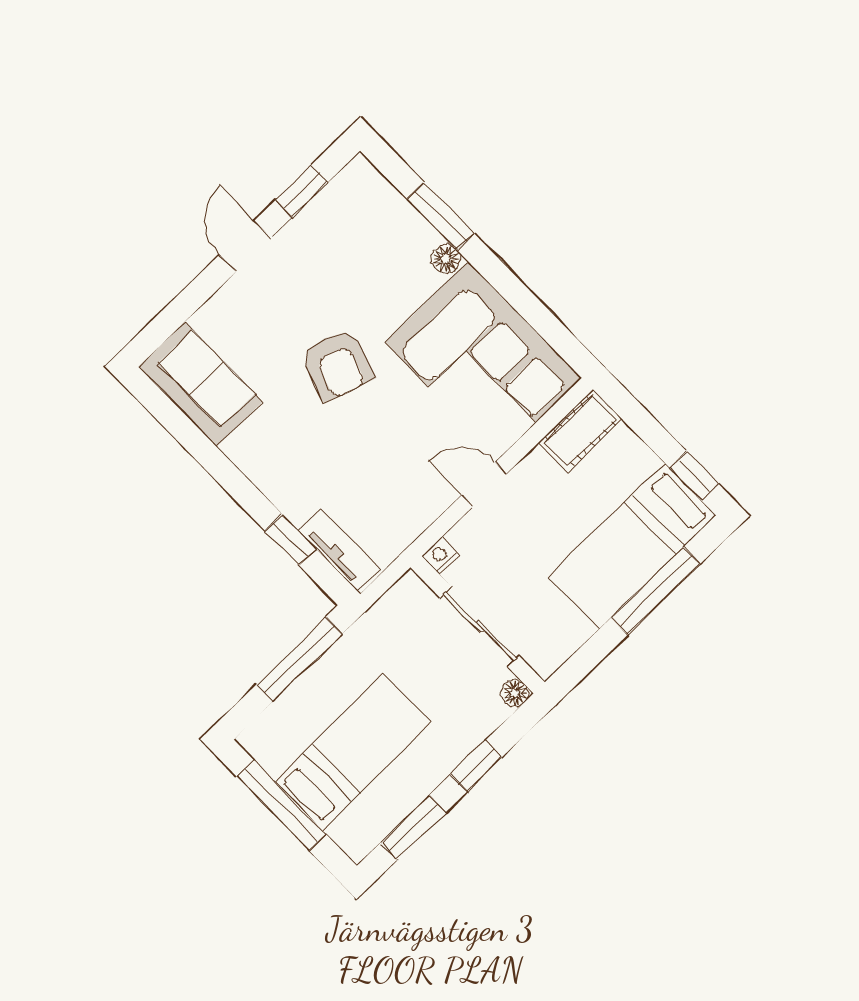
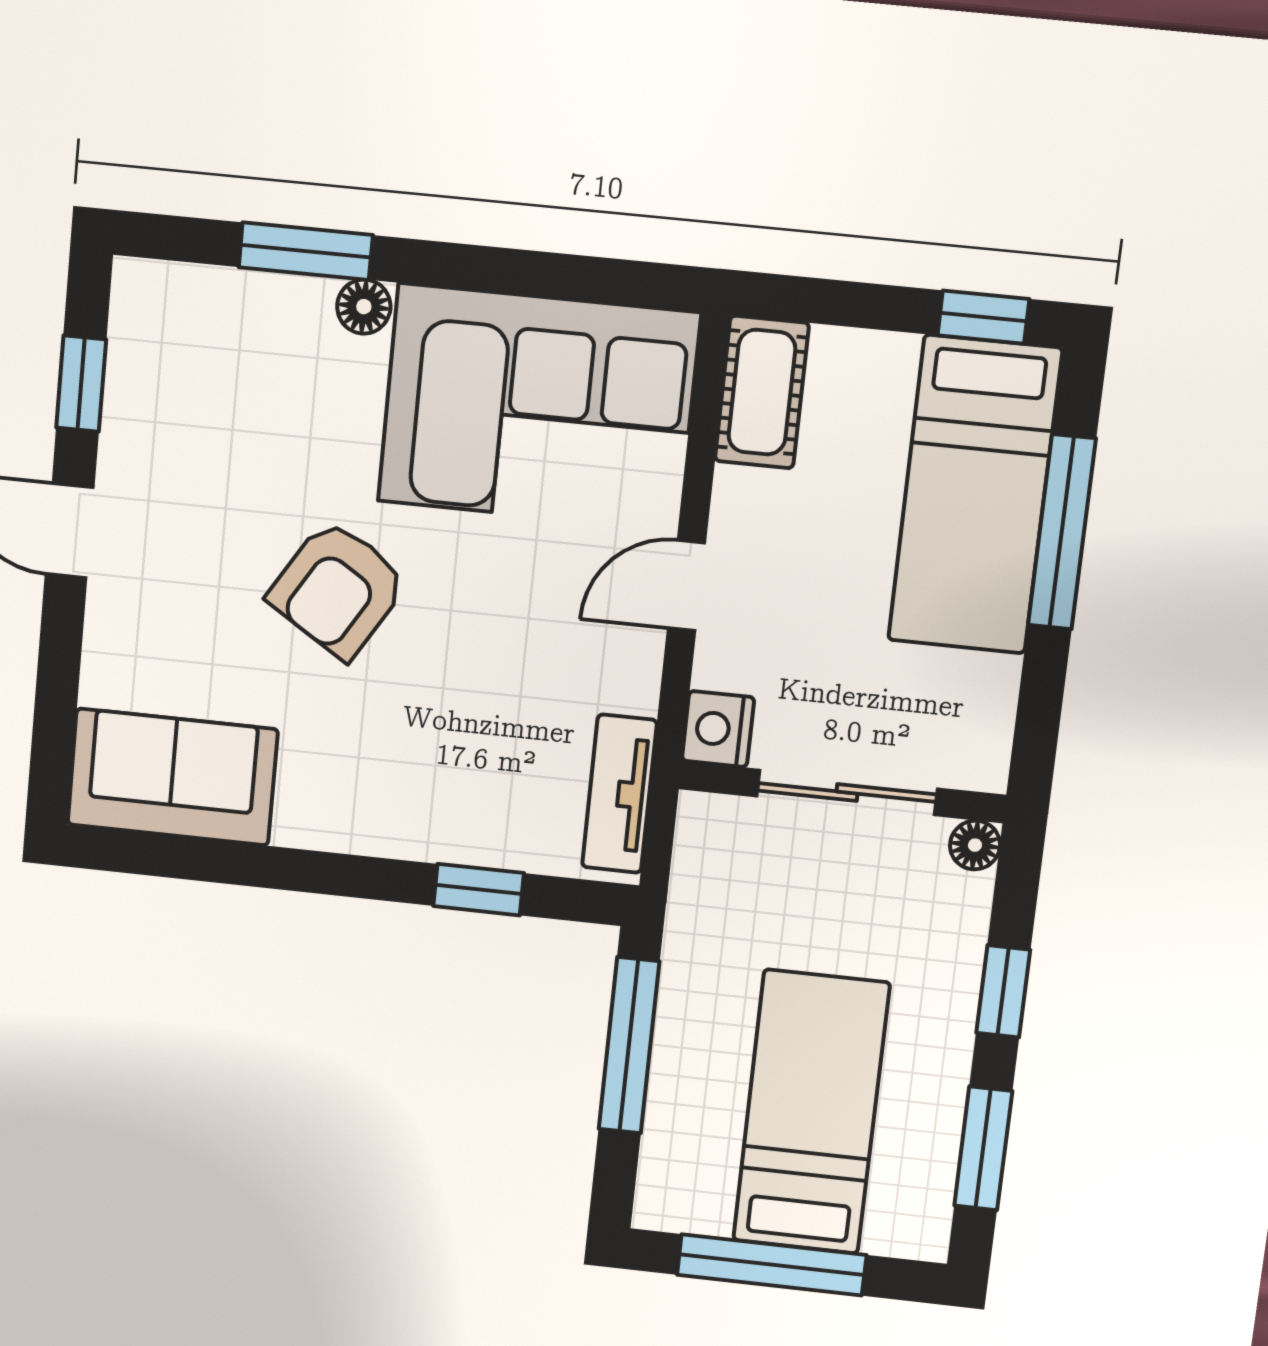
armchair: (337, 365) -> (338, 589), turned 104
tv unit: (339, 550) -> (620, 794), moved, turned -90
nightstand: (441, 556) -> (718, 729), width x1.39, depth x1.35

